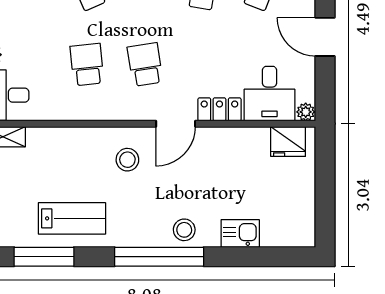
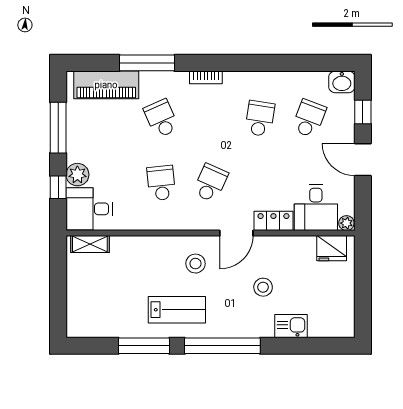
school desk: (145, 65) -> (210, 183), turned 33
lab bench: (72, 218) -> (177, 310), moved
stool: (184, 230) -> (263, 287), moved
window: (44, 257) -> (144, 346), moved

